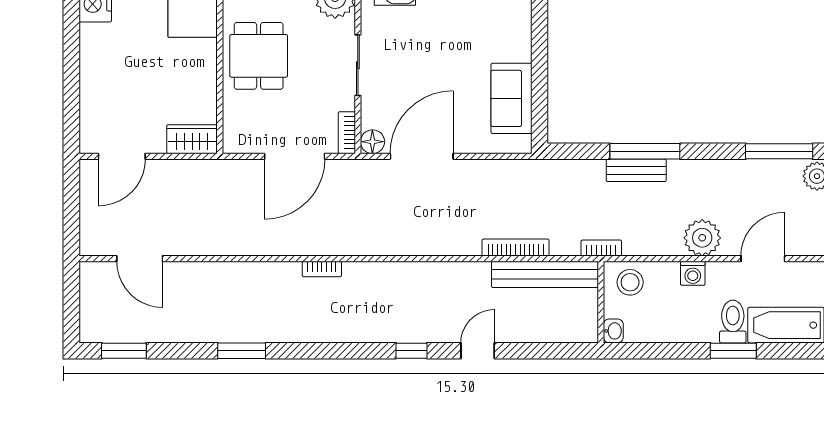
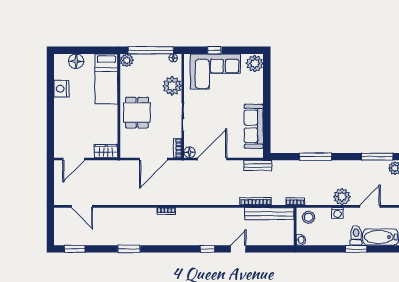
sofa: (511, 98) -> (254, 126), width x1.36
bench: (636, 170) -> (258, 166), moved

